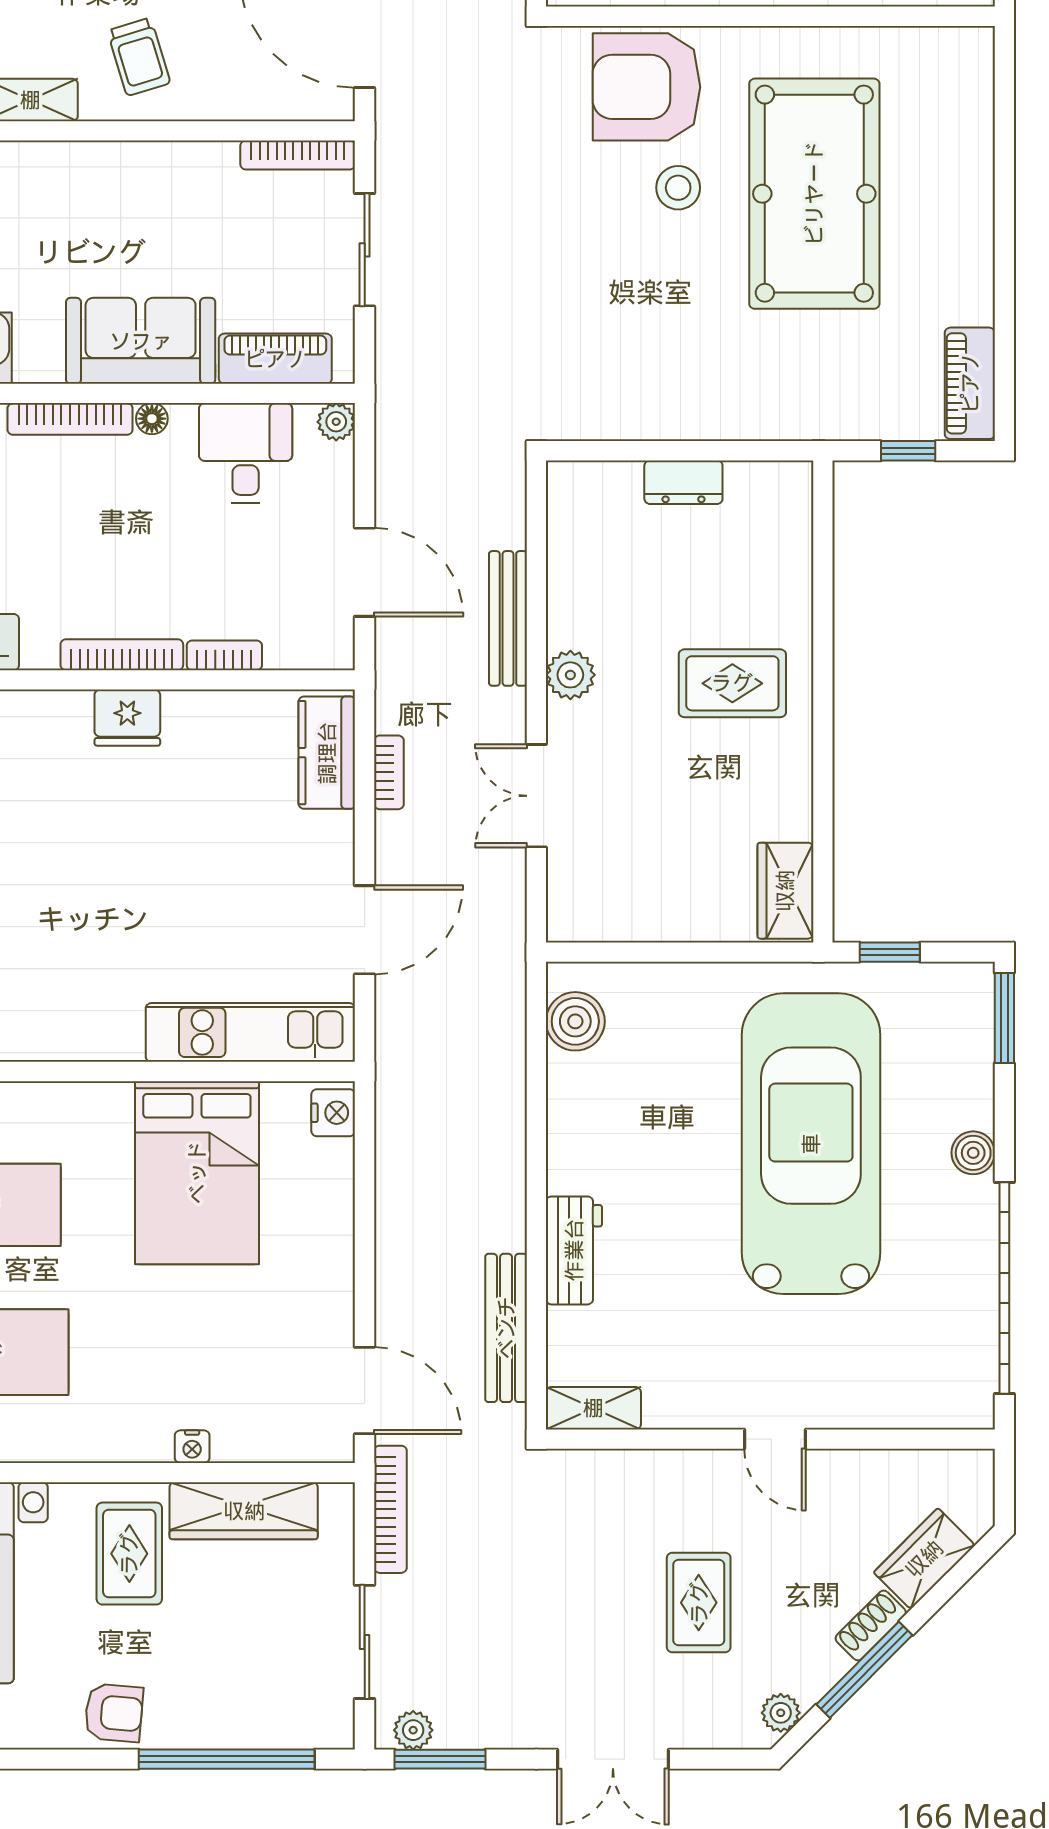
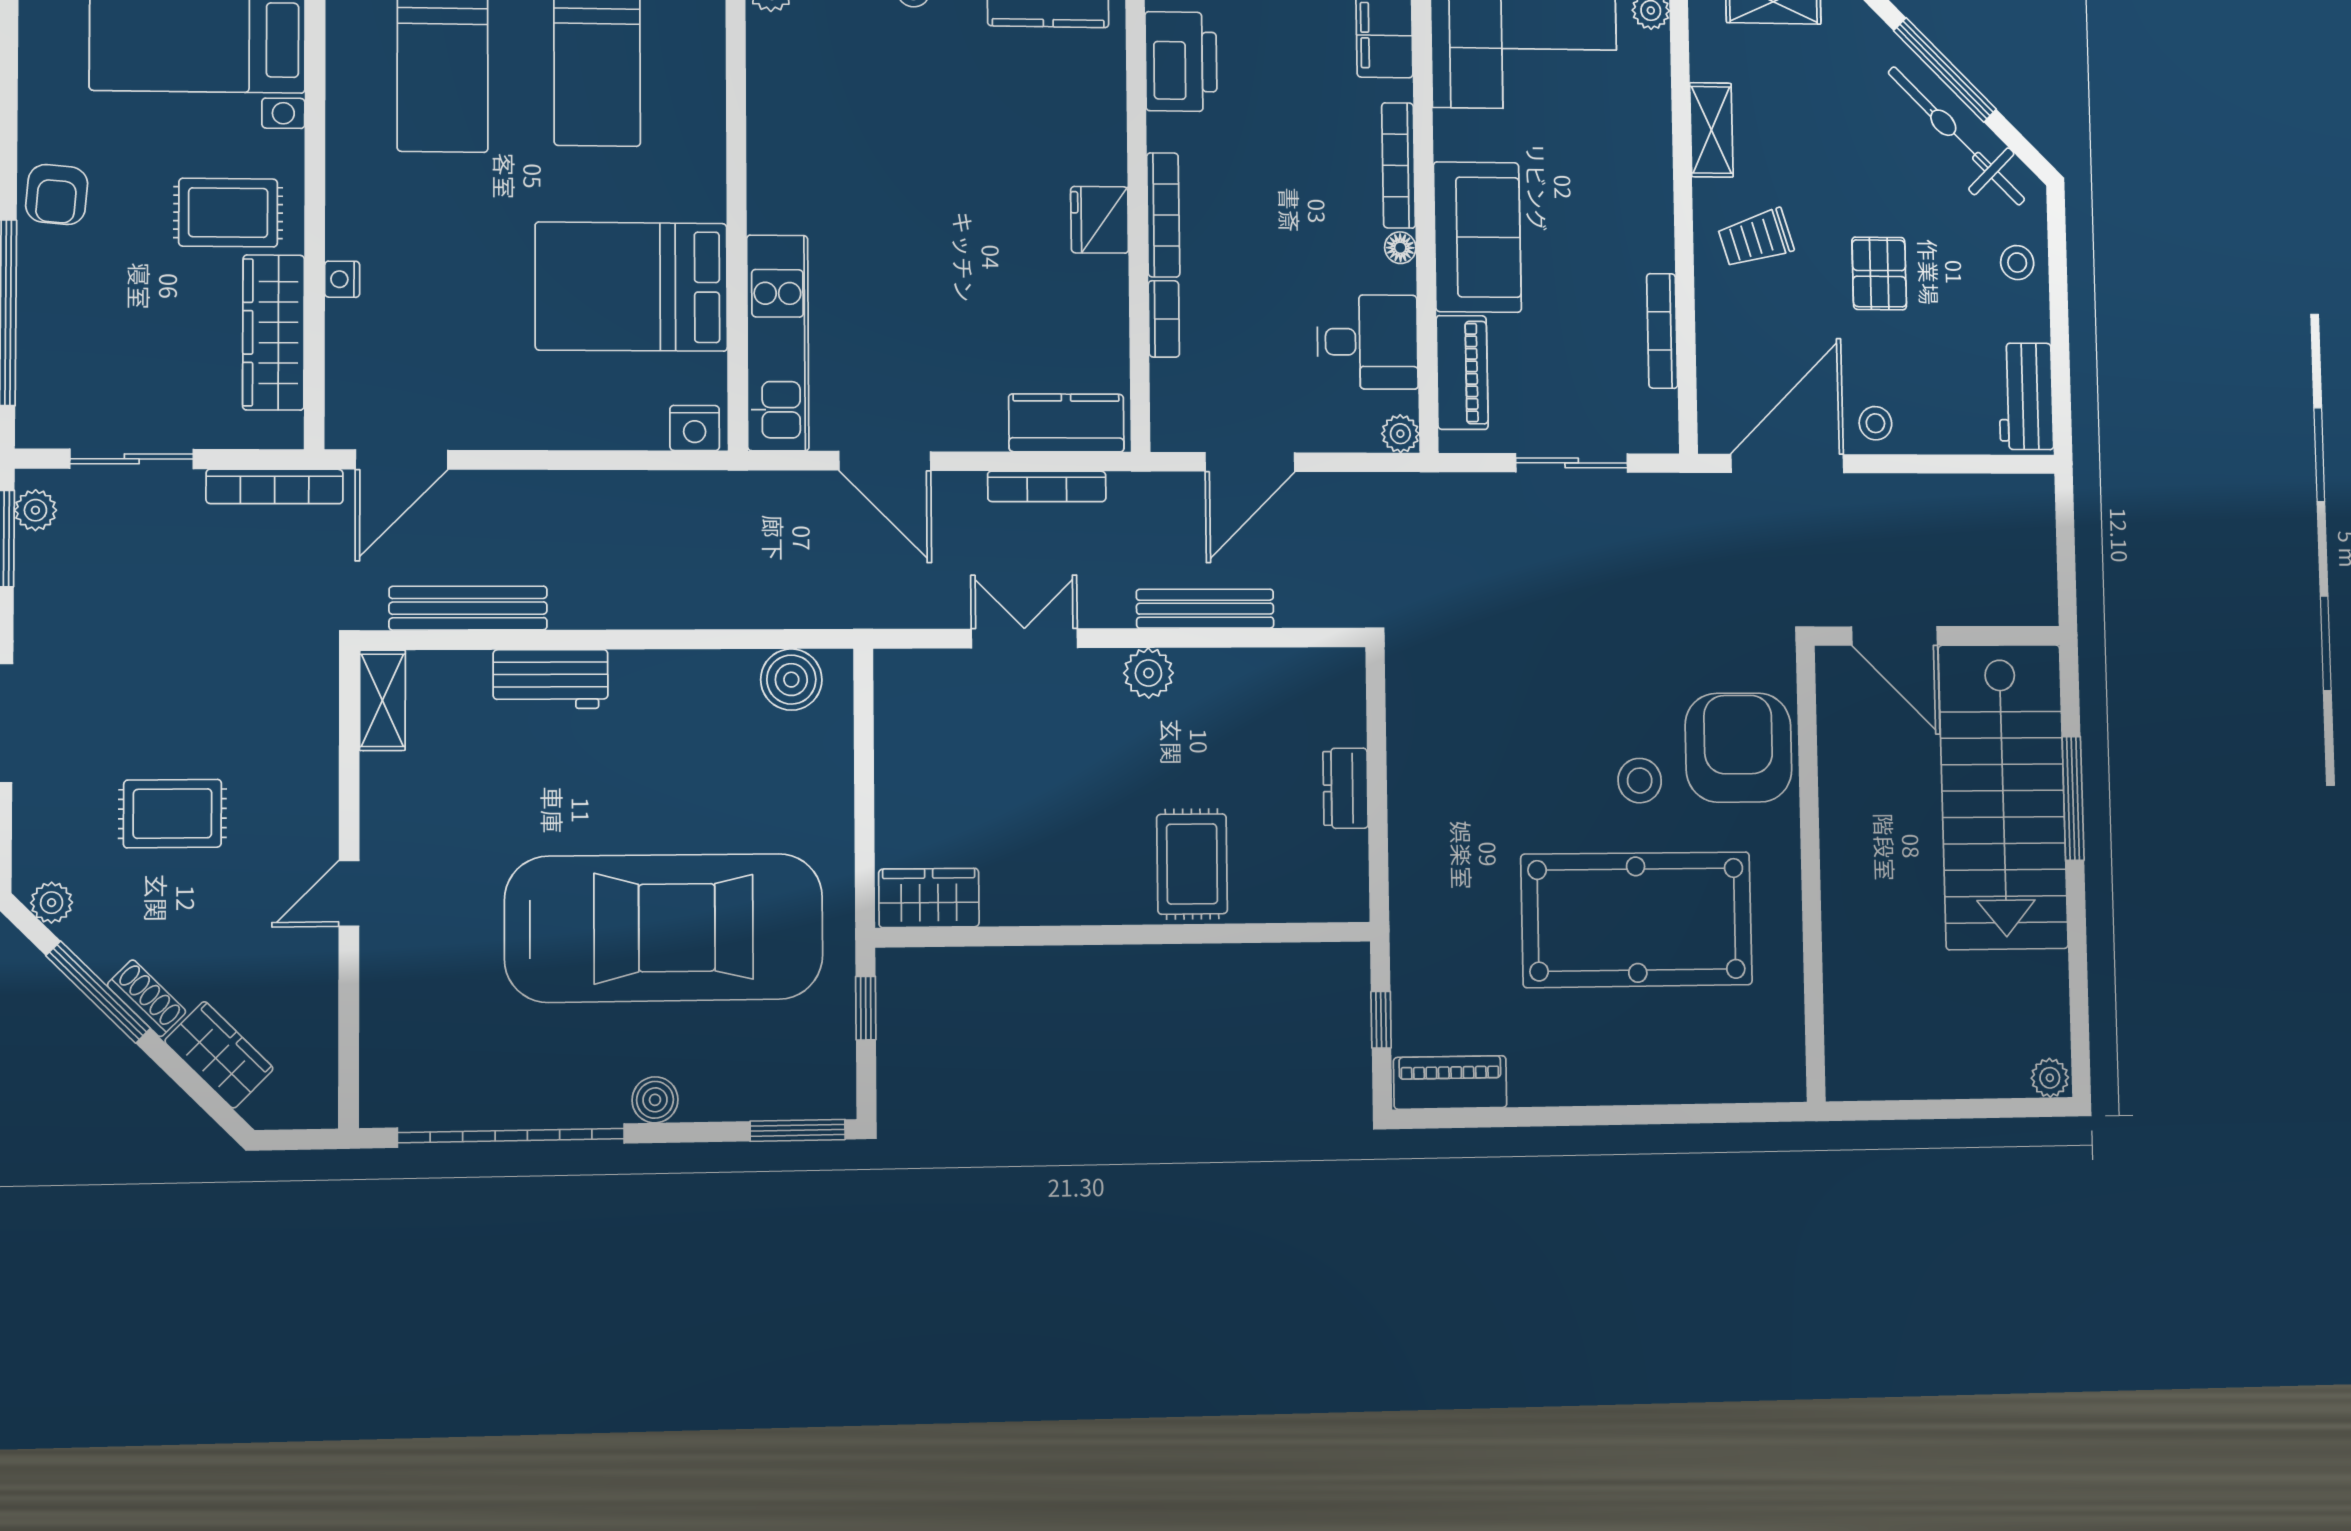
bookcase: (298, 155) -> (1662, 331), moved
rug: (732, 683) -> (1192, 864), moved
bookcase: (389, 772) -> (1047, 486), width x1.56

